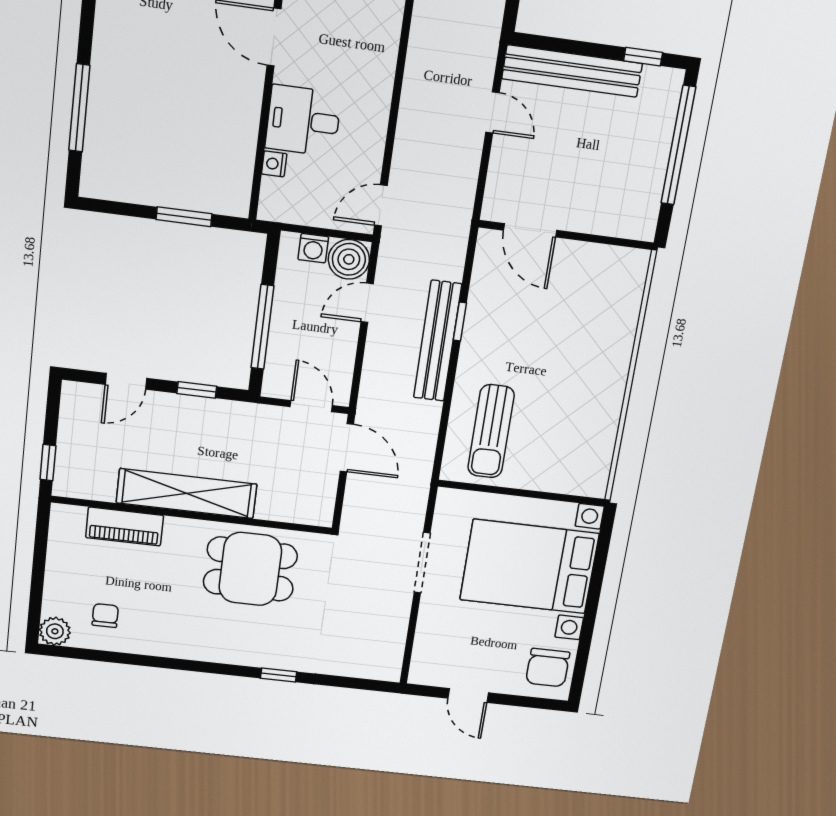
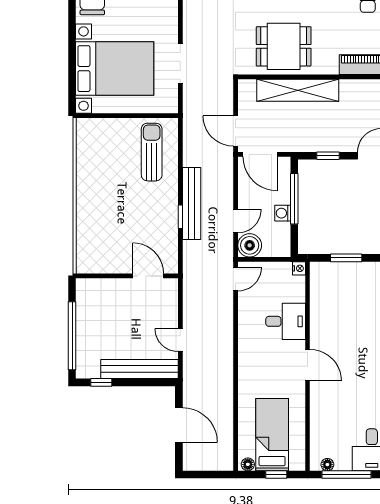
nightstand: (274, 164) -> (299, 268), moved
washing machine: (313, 248) -> (283, 213), moved, turned -90
door: (311, 406) -> (260, 154), width x1.38
shelving: (187, 494) -> (298, 90), moved

